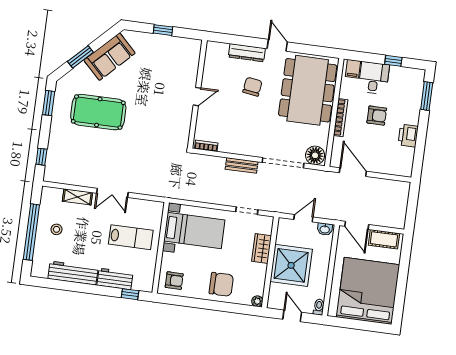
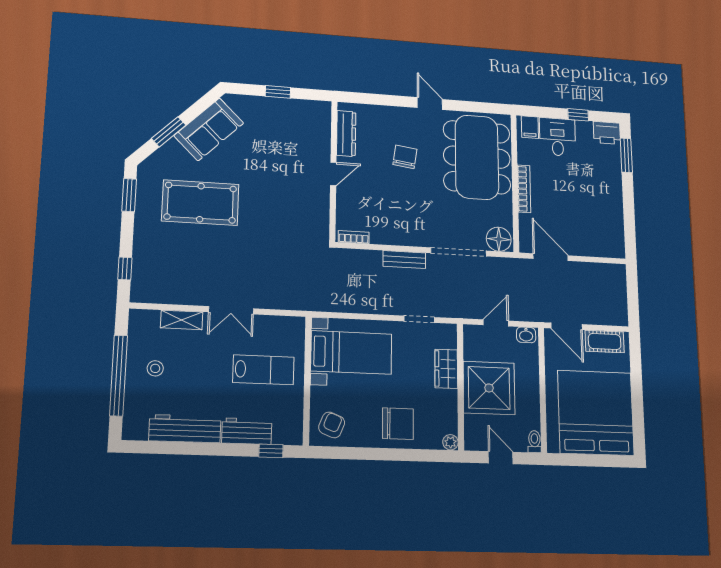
dresser: (247, 53) -> (346, 134), moved, turned -90
armchair: (377, 116) -> (569, 183), removed
printer: (408, 136) -> (607, 133), moved, turned -90
armchair: (174, 281) -> (332, 425), turned -68

